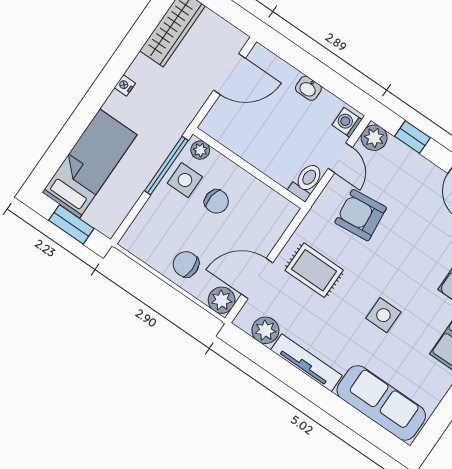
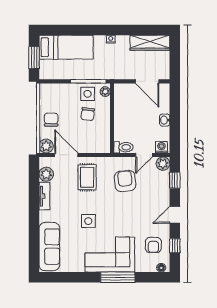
tv unit: (306, 363) -> (44, 196), width x0.71

